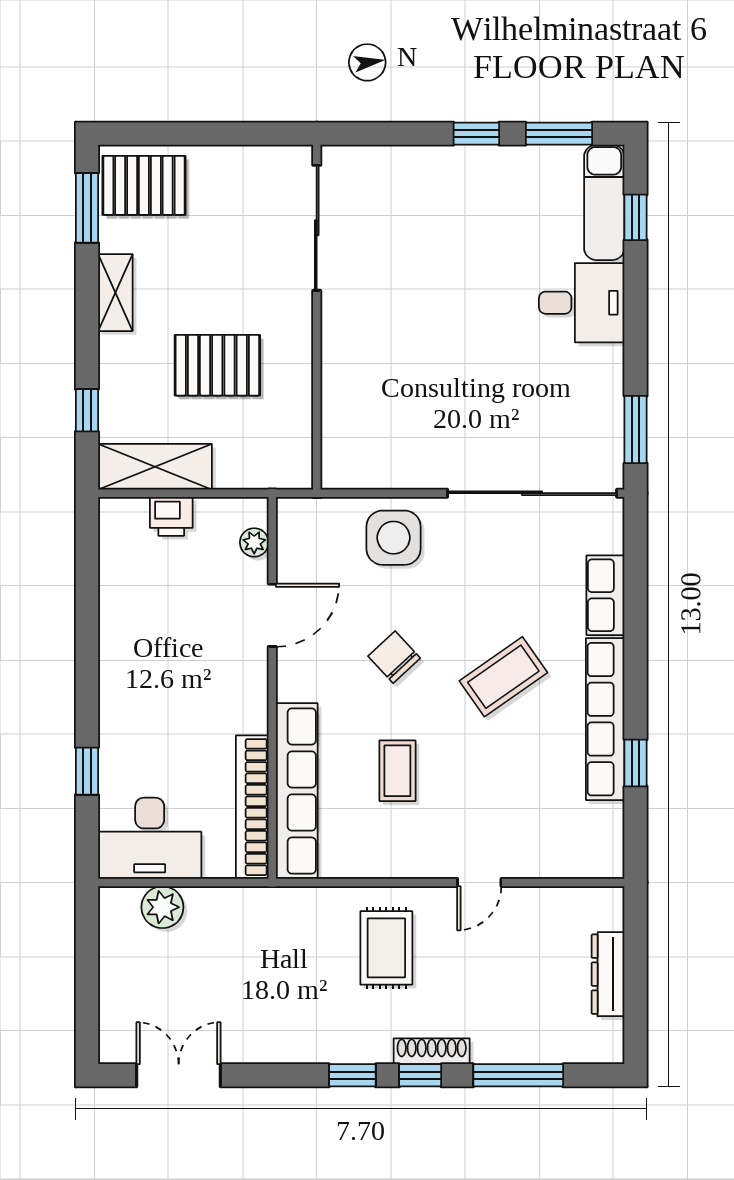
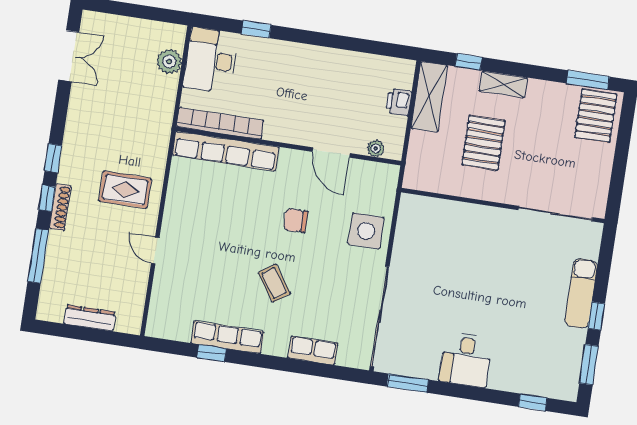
exam couch: (604, 202) -> (581, 293), moved, turned -90
shelving: (115, 293) -> (503, 84), moved
desk: (582, 303) -> (466, 360), moved
chair: (394, 657) -> (296, 220), turned -137
coffee table: (503, 677) -> (274, 283), width x0.73, depth x0.77
row of seats: (605, 719) -> (227, 337), width x0.73
coffee table: (397, 771) -> (228, 212), removed

